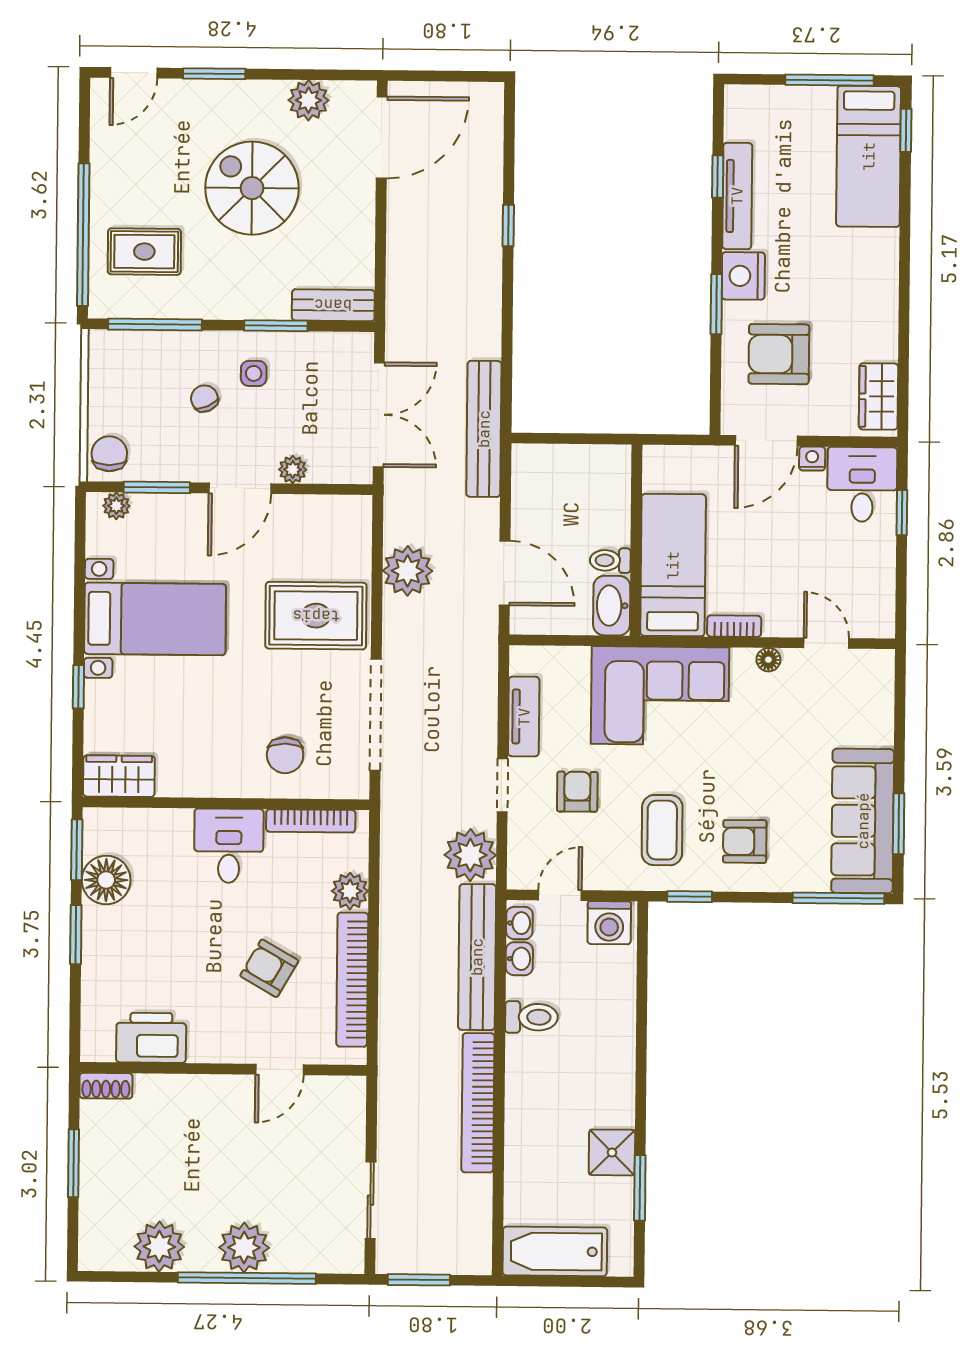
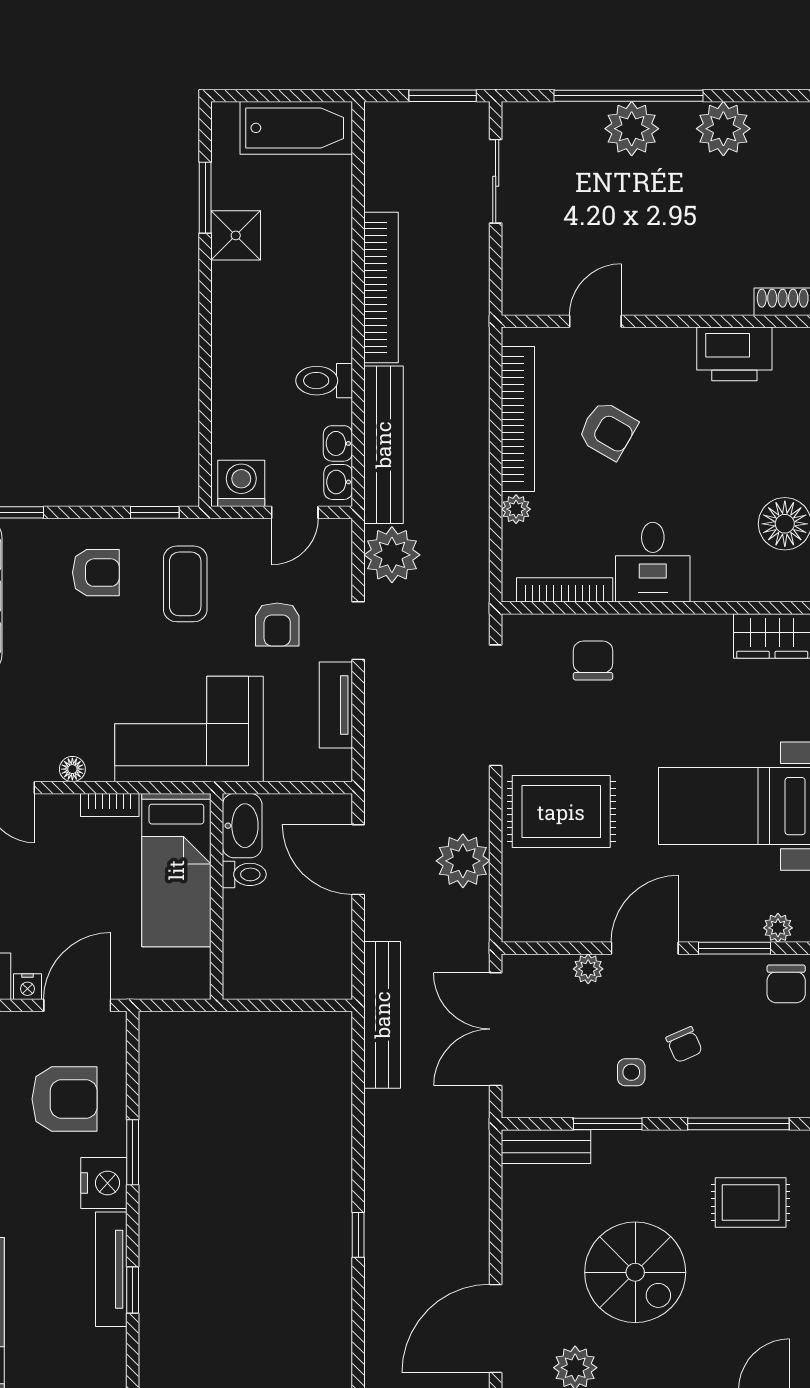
plant: (350, 891) -> (516, 509), width x0.73, depth x0.73

